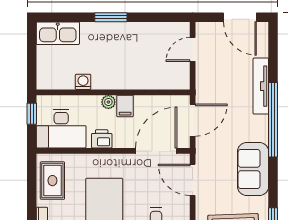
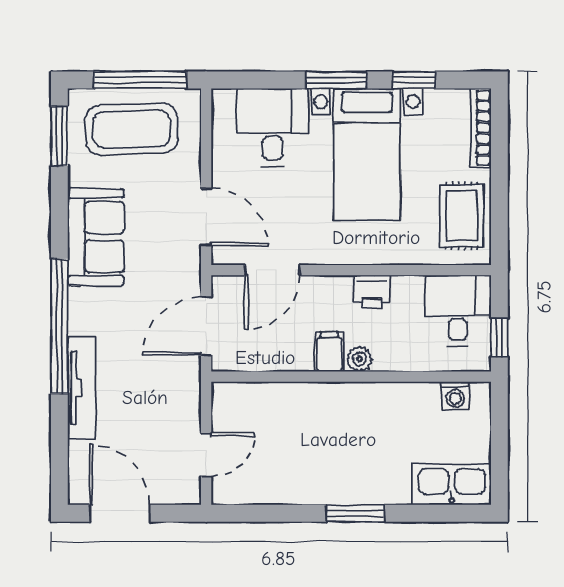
washing machine: (83, 82) -> (455, 396), moved
desk: (61, 129) -> (458, 310), width x0.73
door: (156, 151) -> (272, 270), width x0.73

